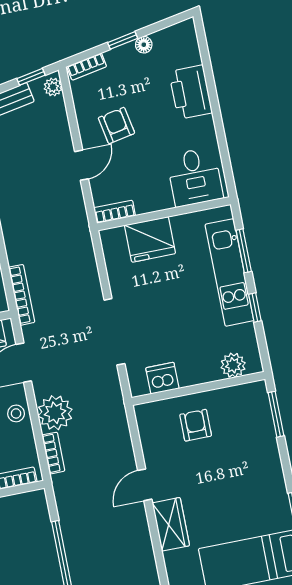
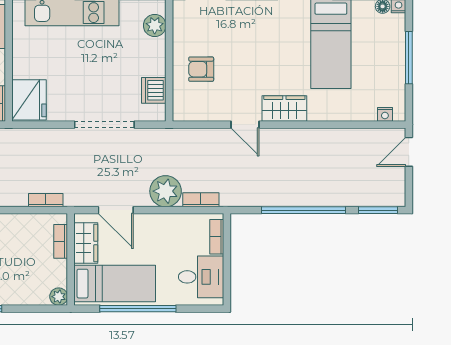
fridge: (150, 239) -> (29, 100), moved
bookcase: (22, 295) -> (46, 200), width x0.64
stool: (16, 413) -> (159, 226), removed

